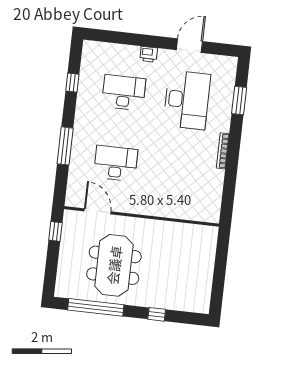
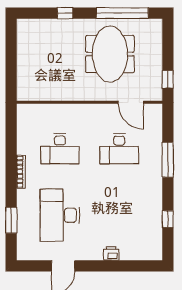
printer: (149, 54) -> (111, 253), moved
desk: (124, 93) -> (60, 149), moved

